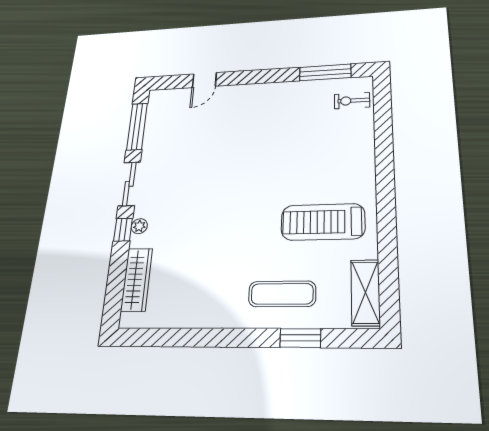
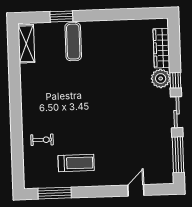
exercise bike: (352, 101) -> (42, 140), moved
treadmill: (323, 222) -> (76, 163), moved, width x0.73, depth x0.73
plant: (139, 226) -> (161, 78), width x1.88, depth x1.88
exercise mat: (282, 294) -> (73, 42), turned 90

